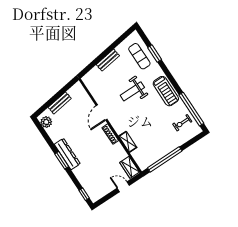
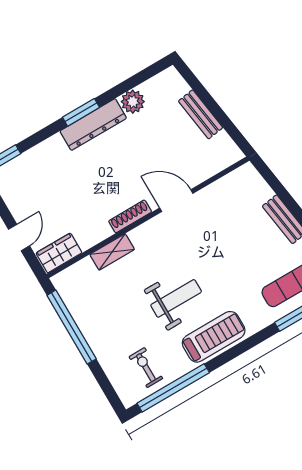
weight bench: (132, 91) -> (176, 298), moved, turned 90
treadmill: (166, 91) -> (214, 337), turned 180
plant: (46, 122) -> (133, 102), moved

